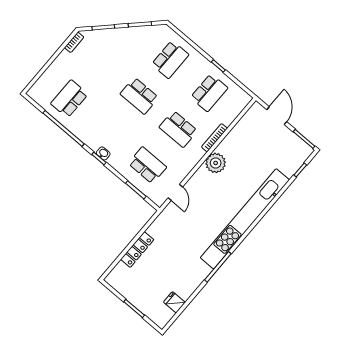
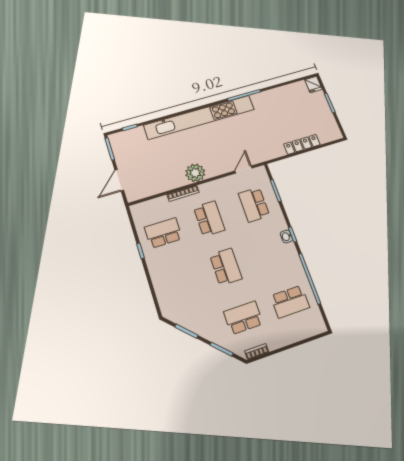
school desk: (170, 59) -> (243, 318), moved
fridge: (174, 302) -> (313, 84), moved

